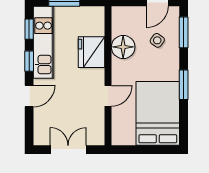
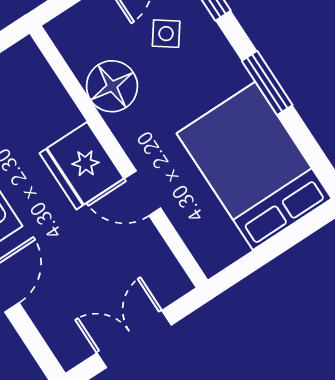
fridge: (92, 52) -> (82, 166), moved
door: (108, 96) -> (143, 193), swing flipped

